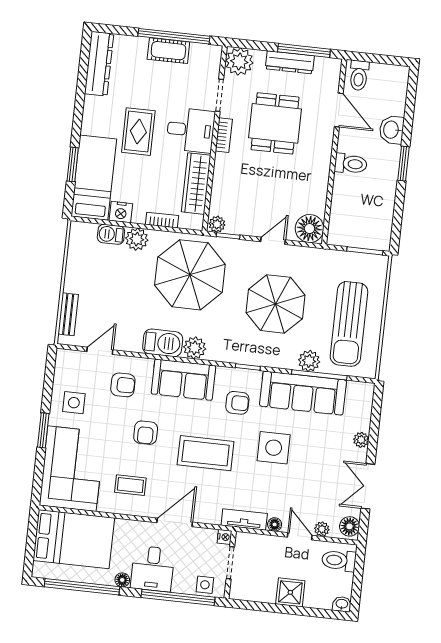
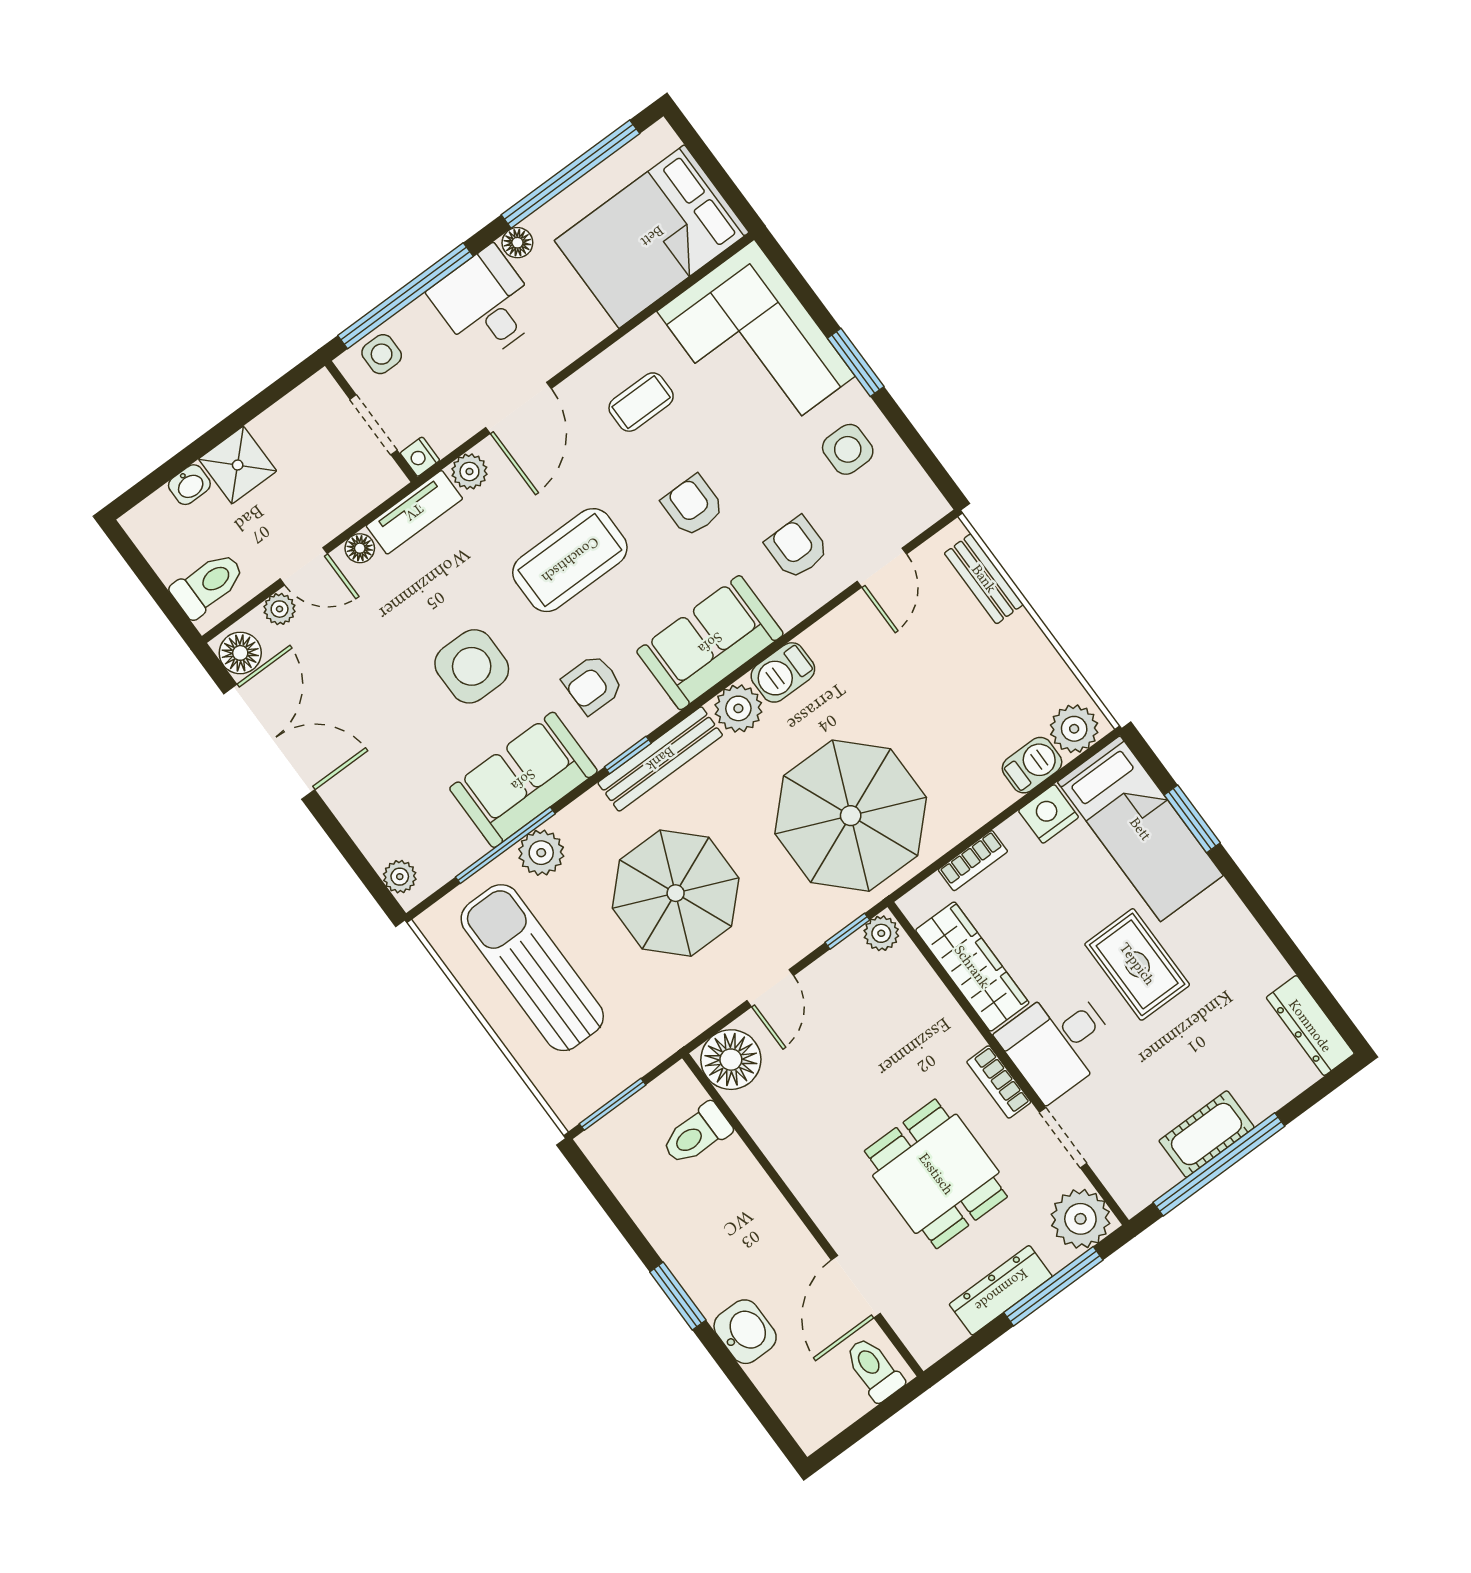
window: (304, 51) -> (1053, 1286), moved
dresser: (99, 64) -> (1310, 1026), width x0.73, depth x0.80
door: (339, 110) -> (856, 1287), hinge flipped
toilet: (351, 164) -> (697, 1134), moved
plant: (137, 239) -> (1074, 729), moved
barbecue: (163, 343) -> (783, 672), width x0.73, depth x0.79
bench: (238, 355) -> (660, 759), added
armchair: (123, 385) -> (797, 548), turned 90
sofa: (303, 393) -> (523, 780), width x0.73
plant: (361, 440) -> (400, 877), moved
double door: (368, 486) -> (269, 742), width x1.37
plant: (212, 516) -> (469, 471), added
washbasin: (342, 604) -> (189, 485), moved

